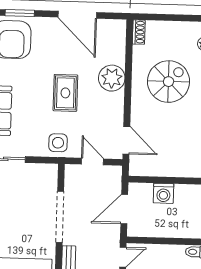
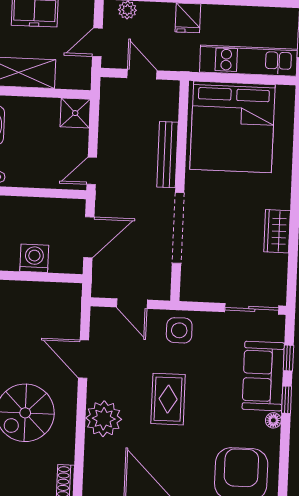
door: (126, 140) -> (84, 359), moved

